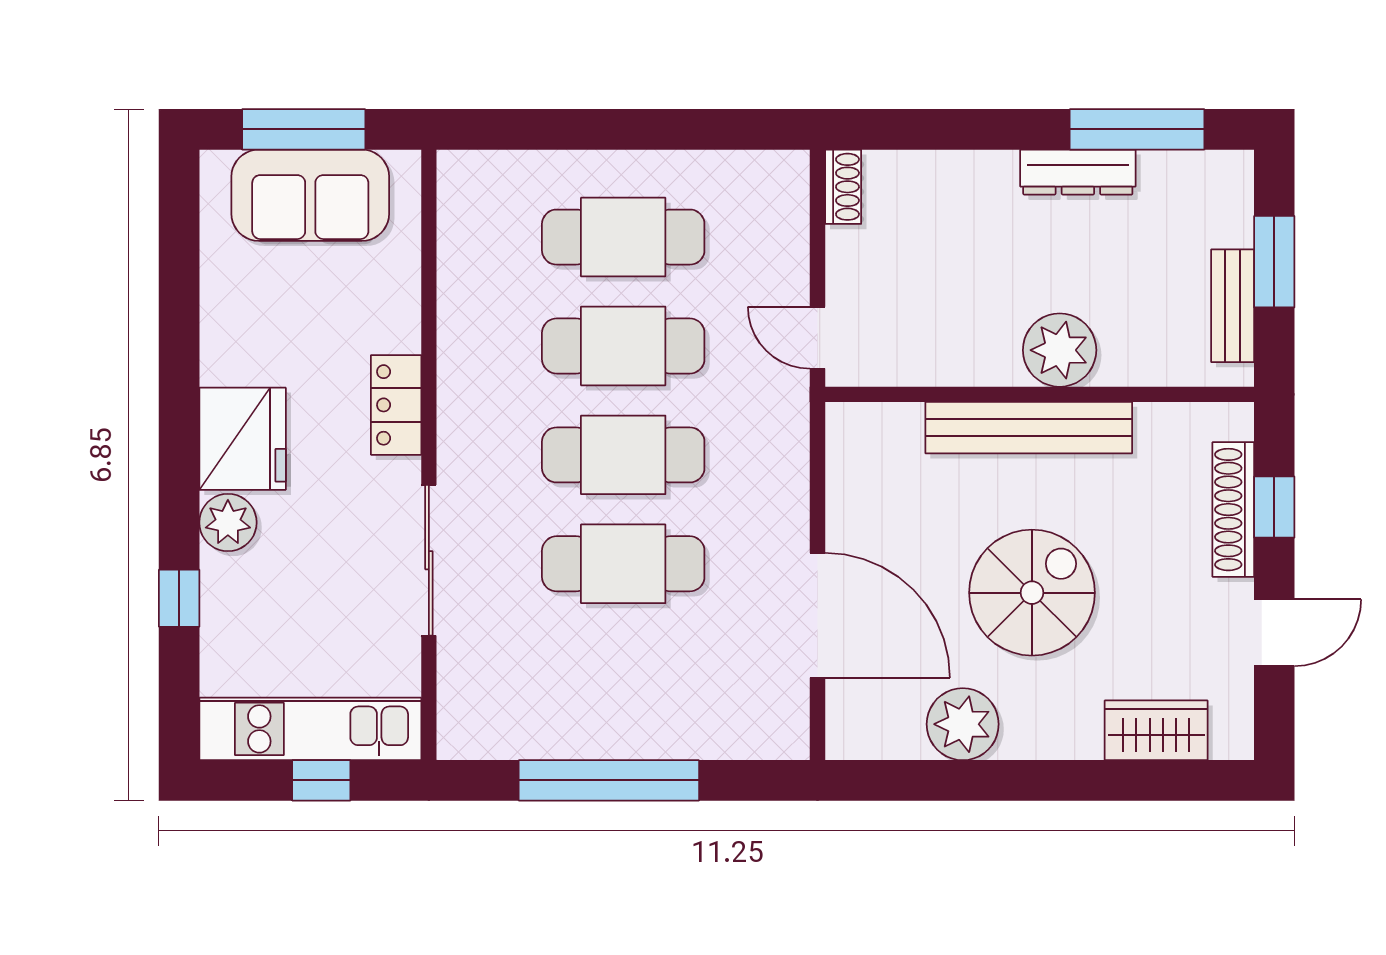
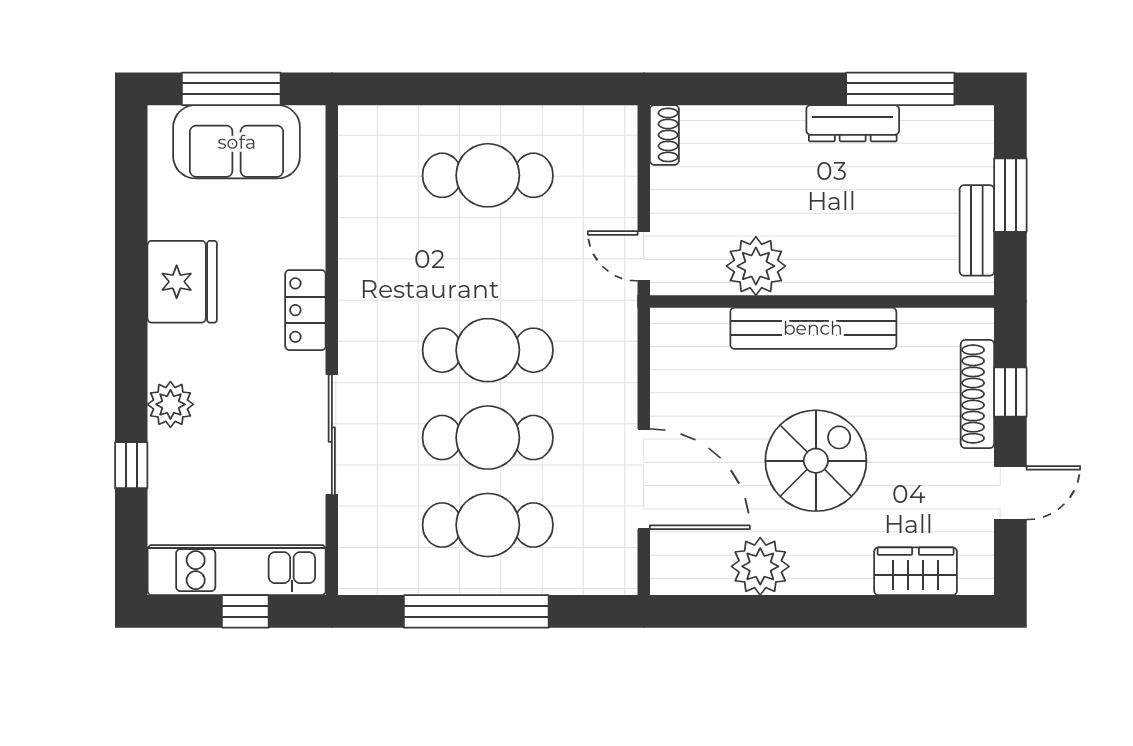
cafe table: (623, 346) -> (488, 525), moved
plant: (1060, 350) -> (756, 266), moved
fridge: (243, 439) -> (182, 282), moved

